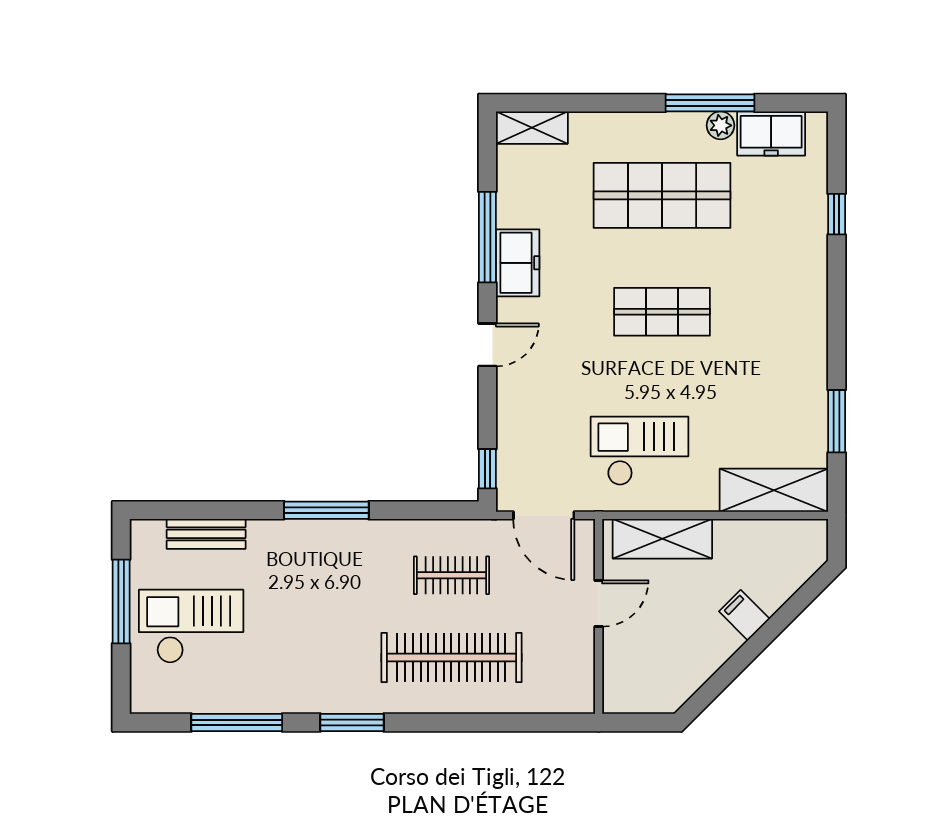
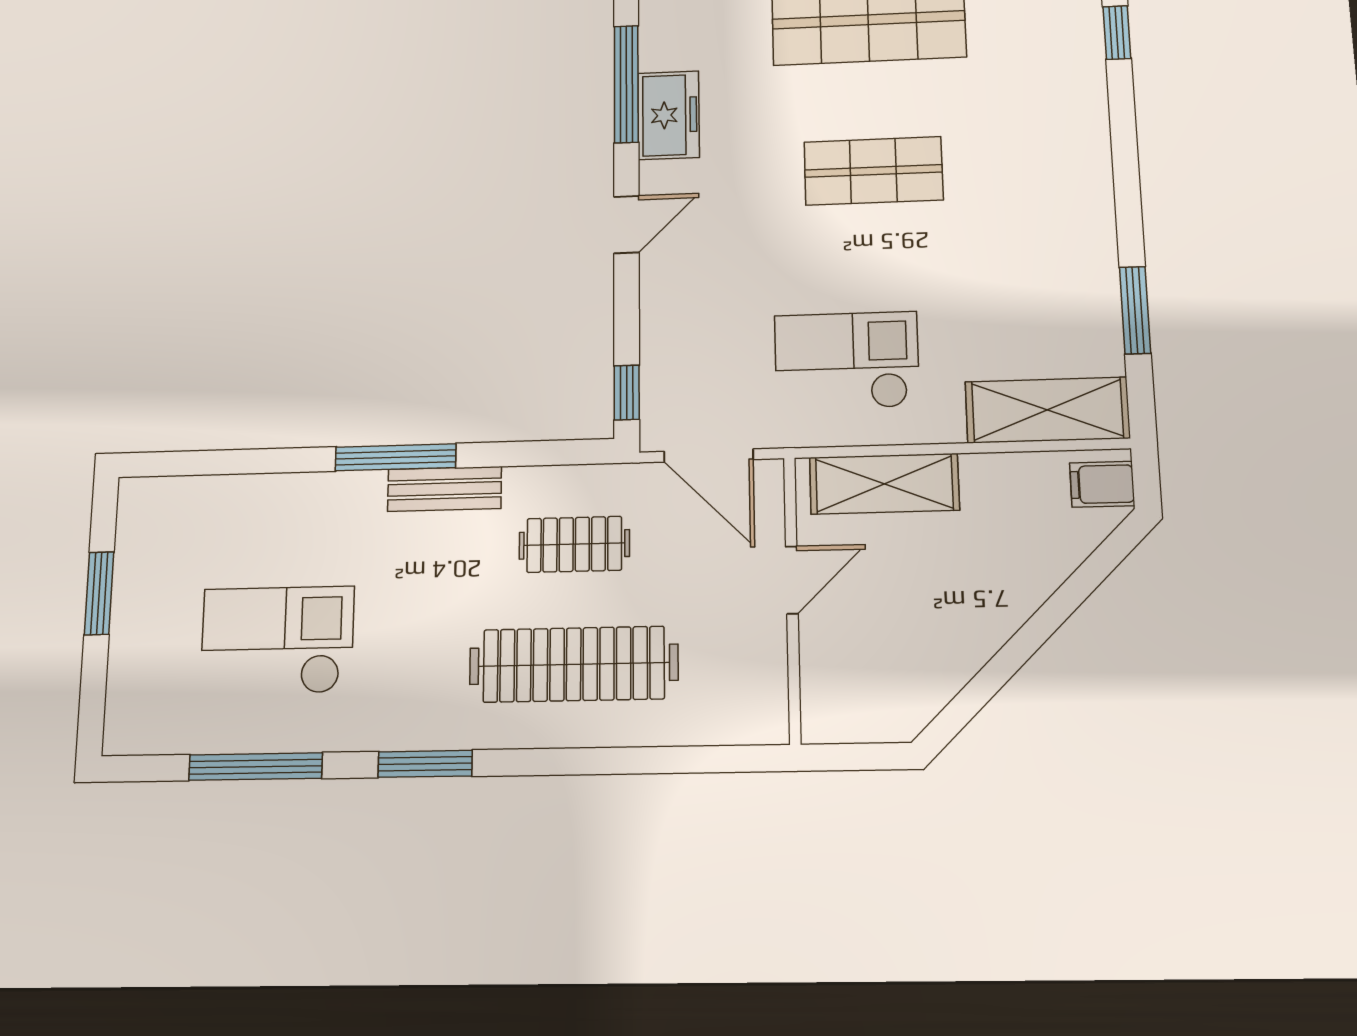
bench: (206, 534) -> (444, 489), moved
window: (121, 601) -> (99, 593), width x0.69
filing cabinet: (744, 615) -> (1102, 484), moved, turned -45
checkout: (191, 626) -> (277, 640), moved

